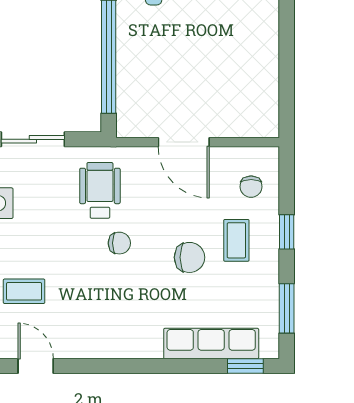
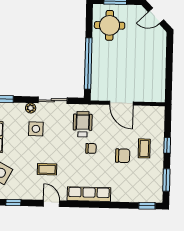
chair: (251, 187) -> (151, 124), removed
row of seats: (211, 344) -> (89, 194), moved

